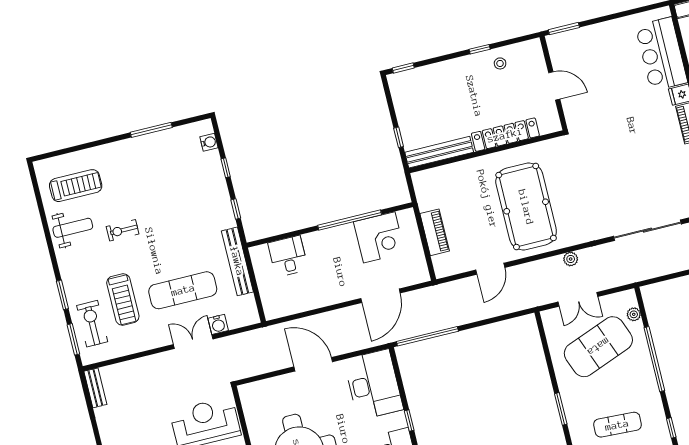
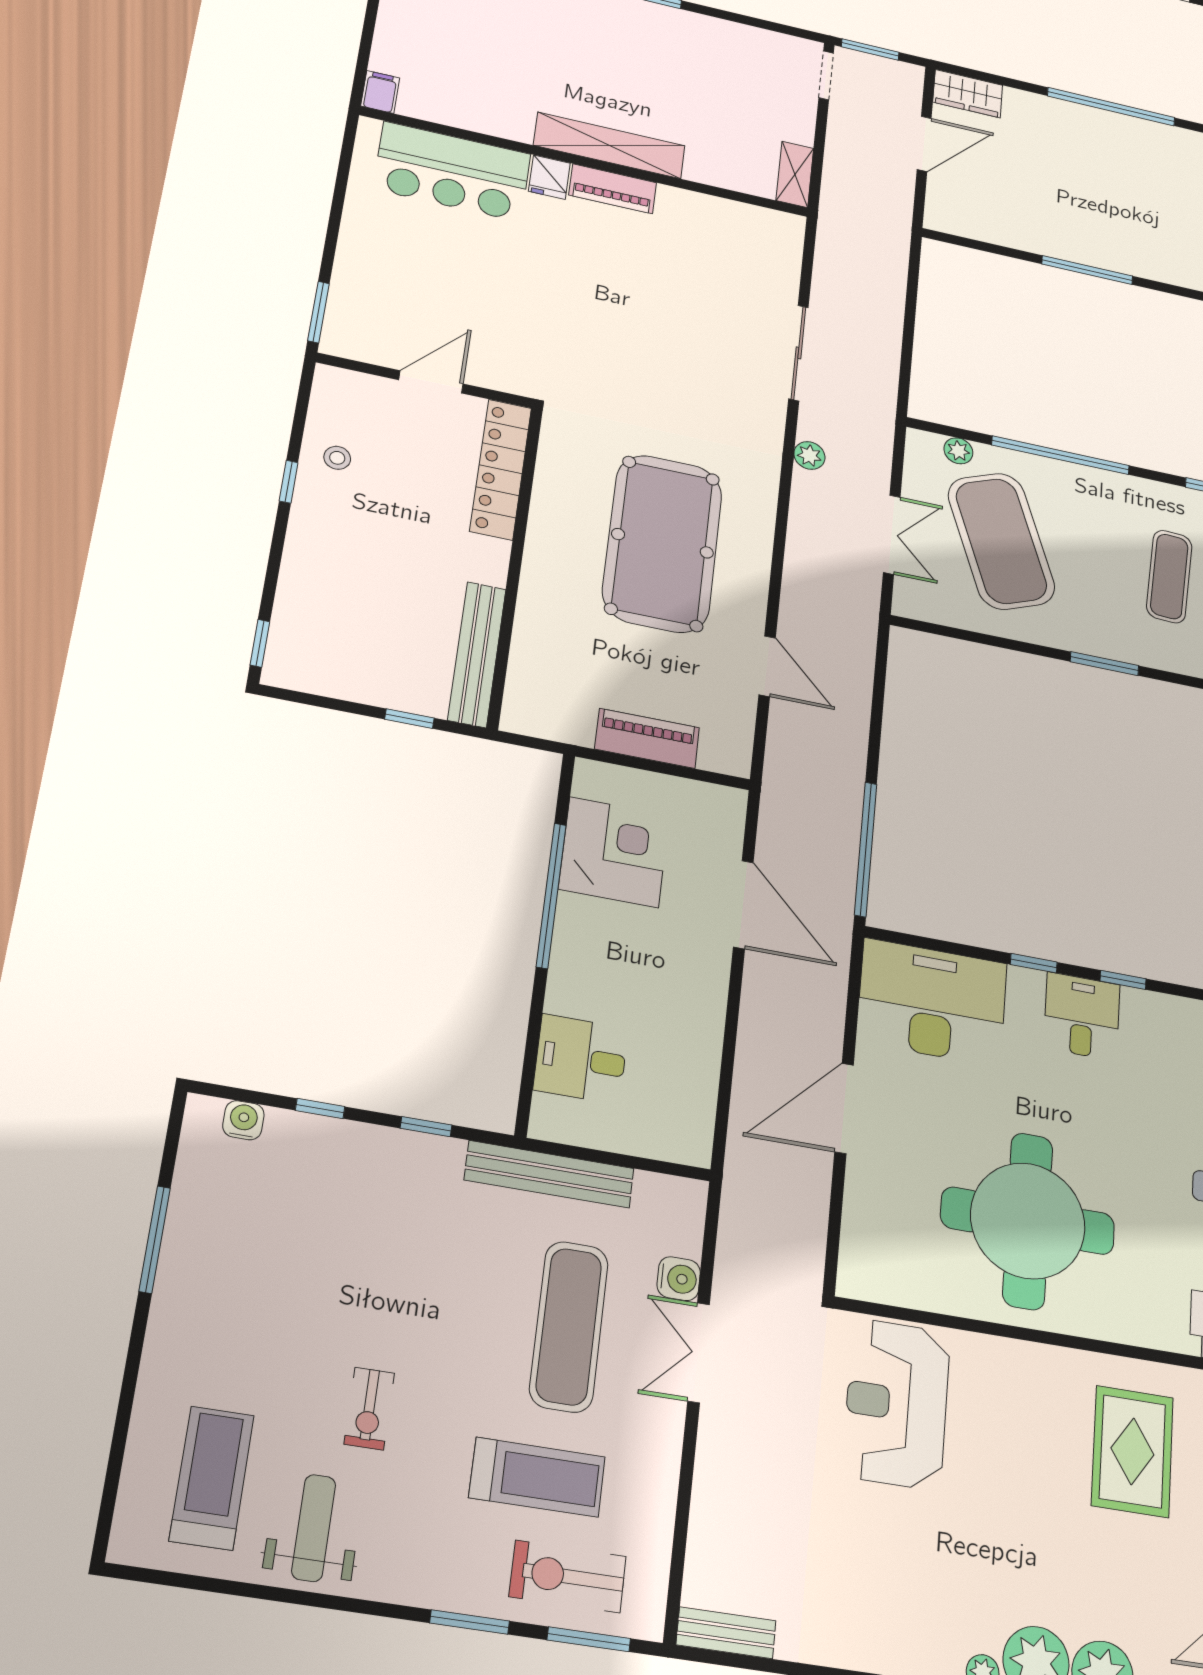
locker: (505, 135) -> (501, 469), moved
pool table: (526, 207) -> (662, 543), turned 90
sliding door: (647, 230) -> (798, 353), width x0.73
plant: (571, 259) -> (809, 455), moved

